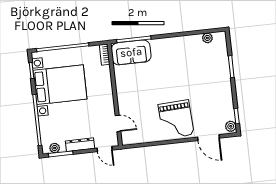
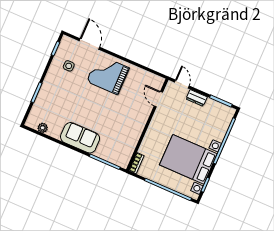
sofa: (131, 52) -> (80, 138), moved
side table: (216, 107) -> (69, 66), added
grand piano: (176, 120) -> (108, 75), turned -87
plant: (231, 126) -> (65, 43), removed
dresser: (80, 145) -> (197, 98), width x0.70
plant: (55, 148) -> (223, 109), removed

